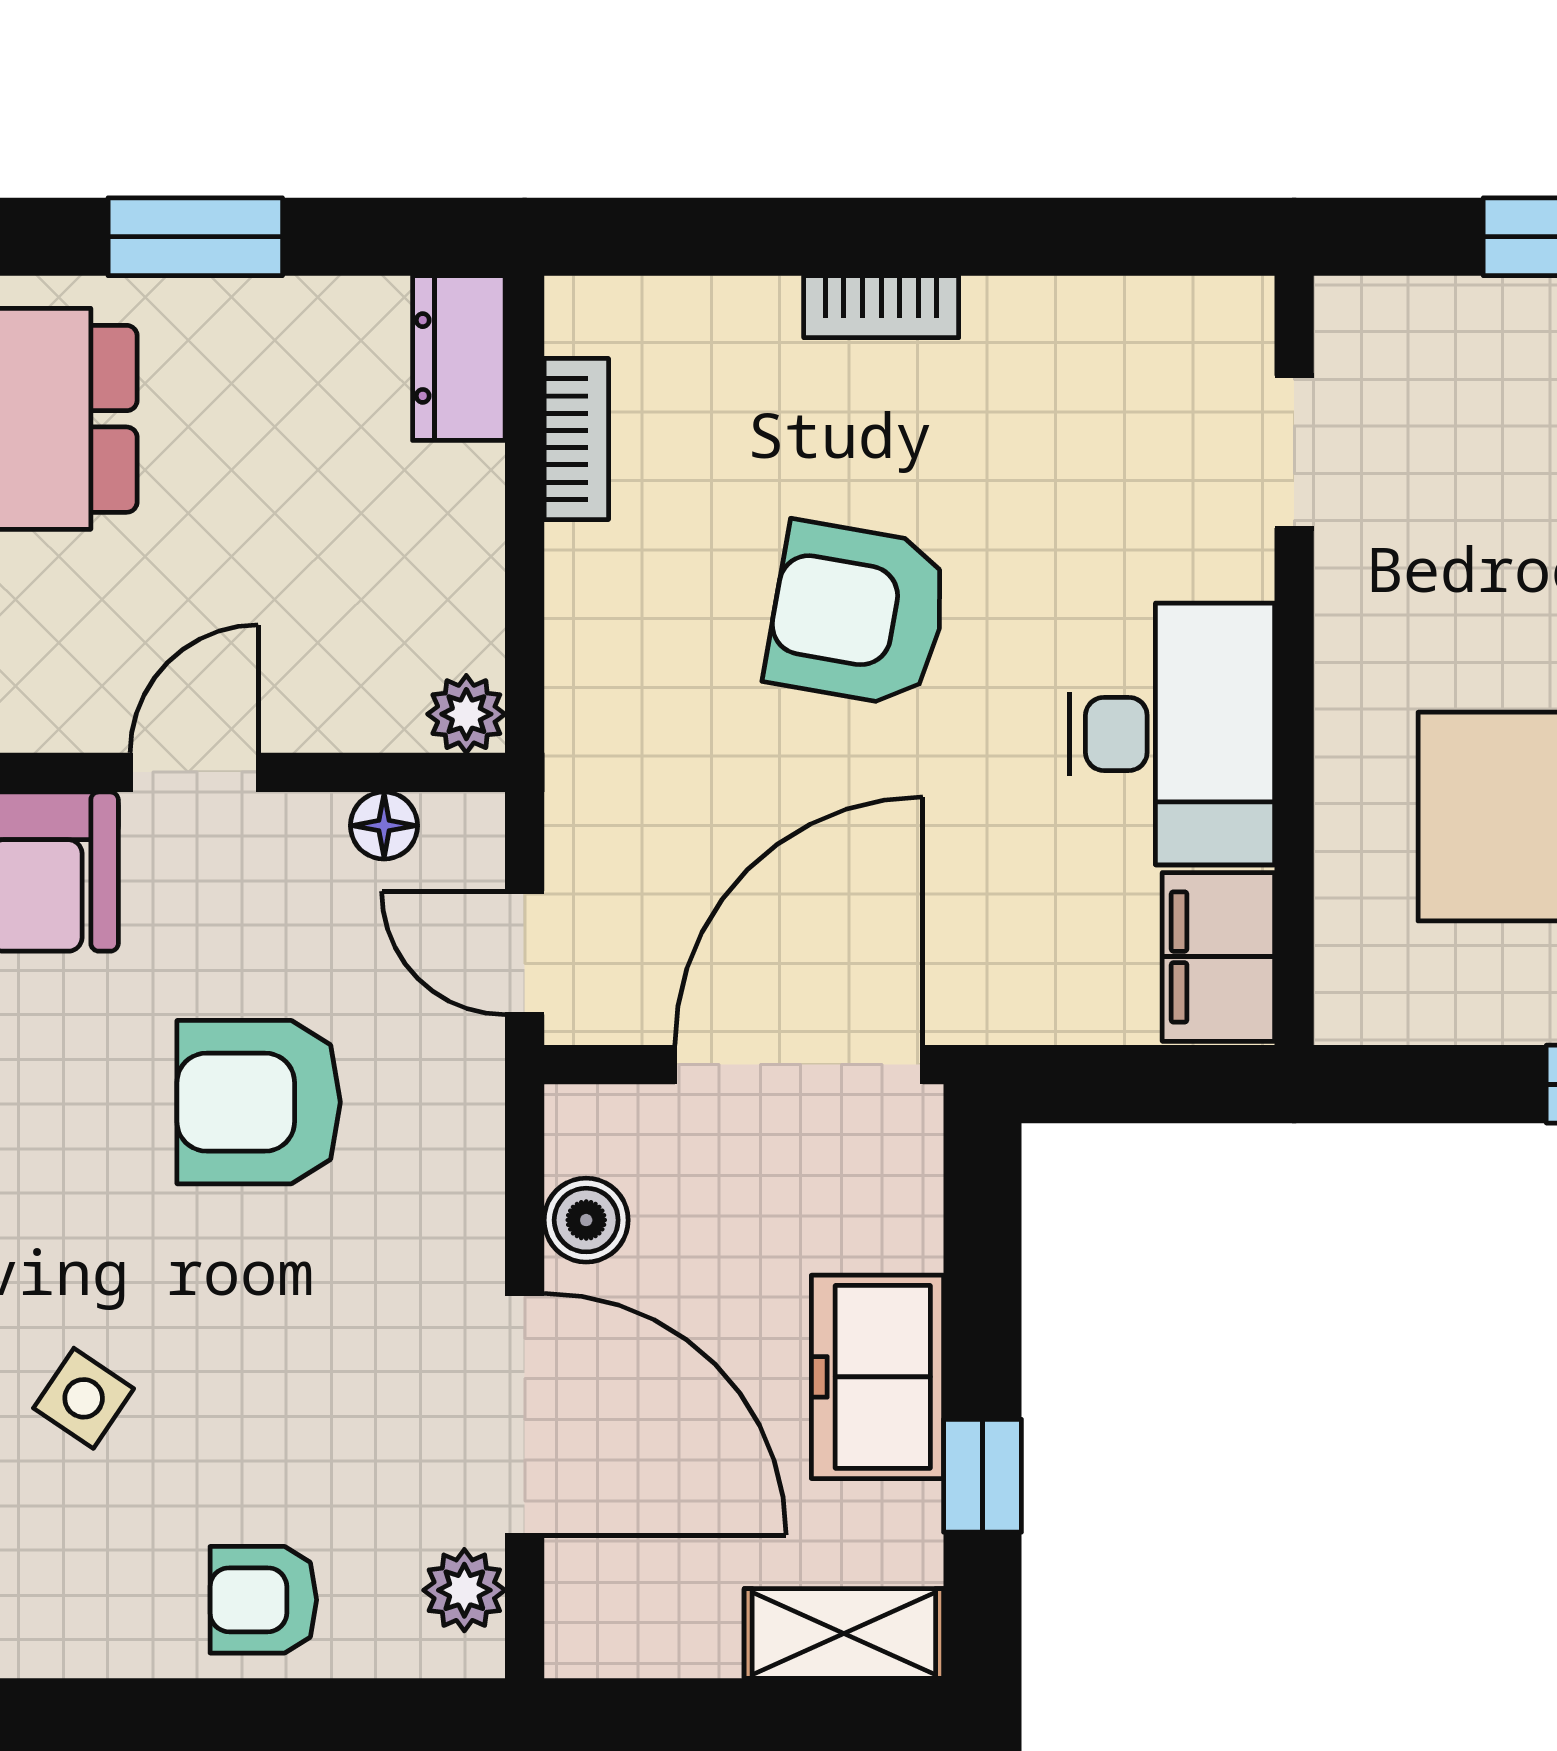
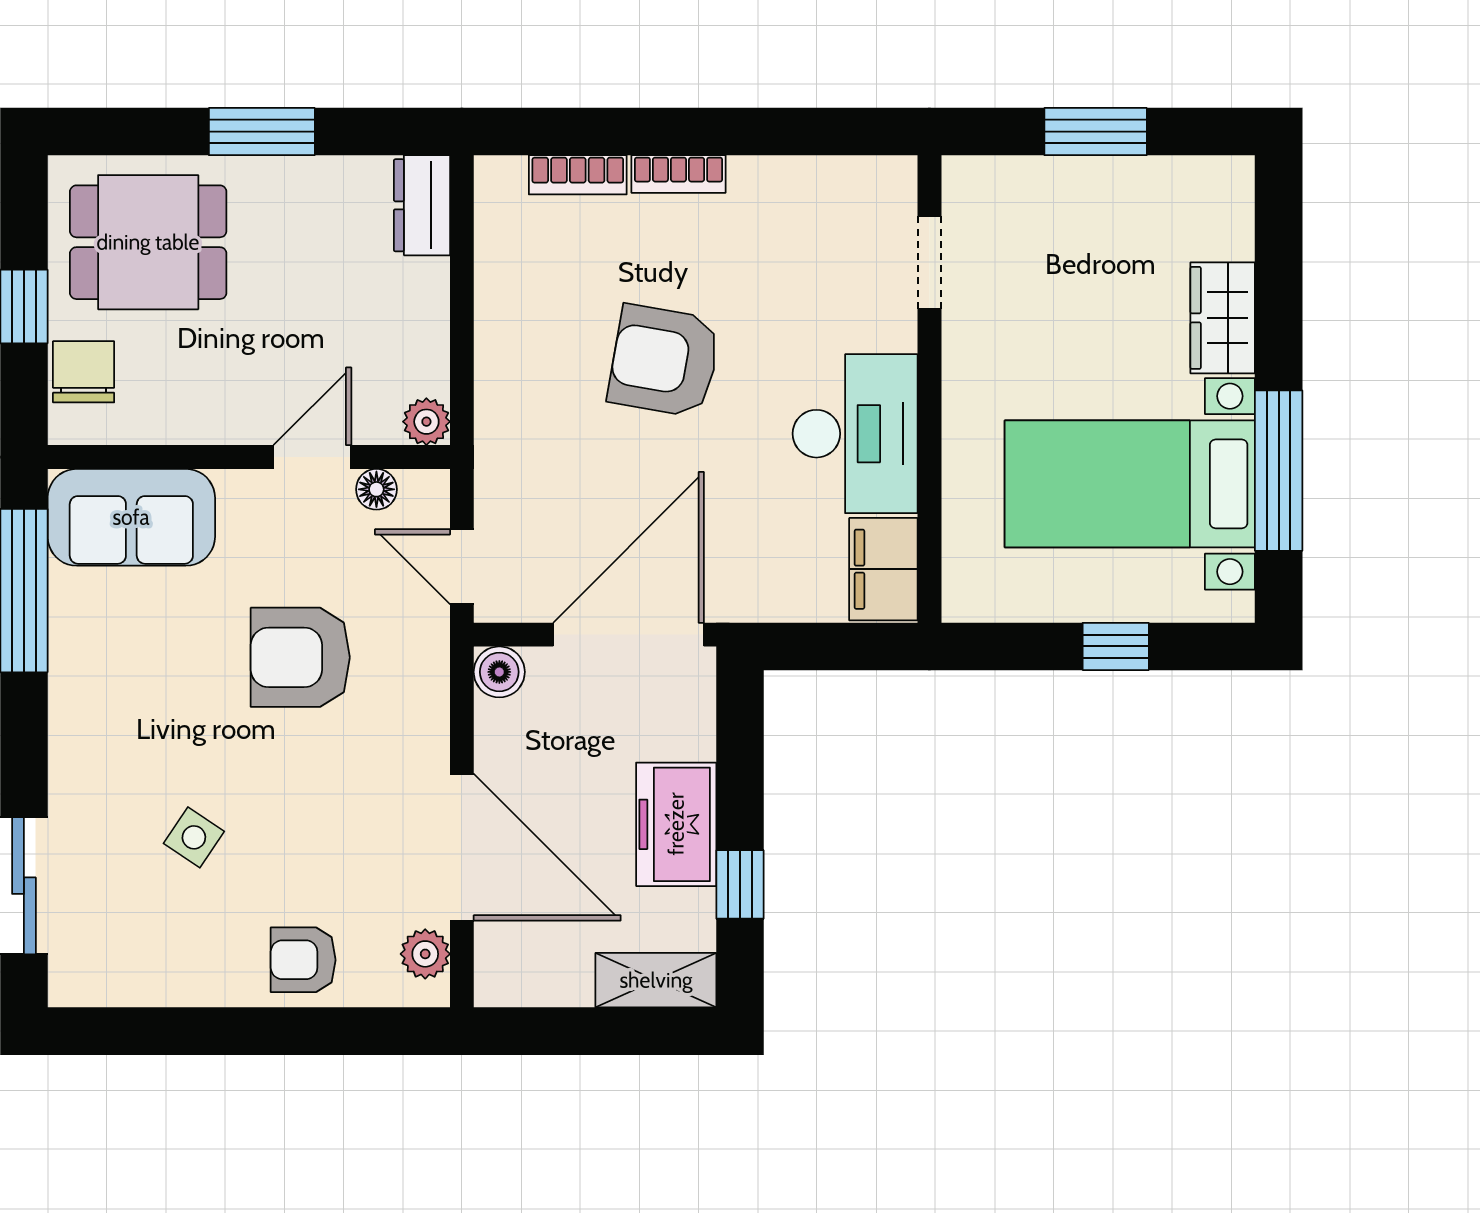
bookcase: (576, 439) -> (578, 175), moved, turned 90
door: (194, 772) -> (312, 457), moved
boiler: (586, 1220) -> (499, 672), moved

